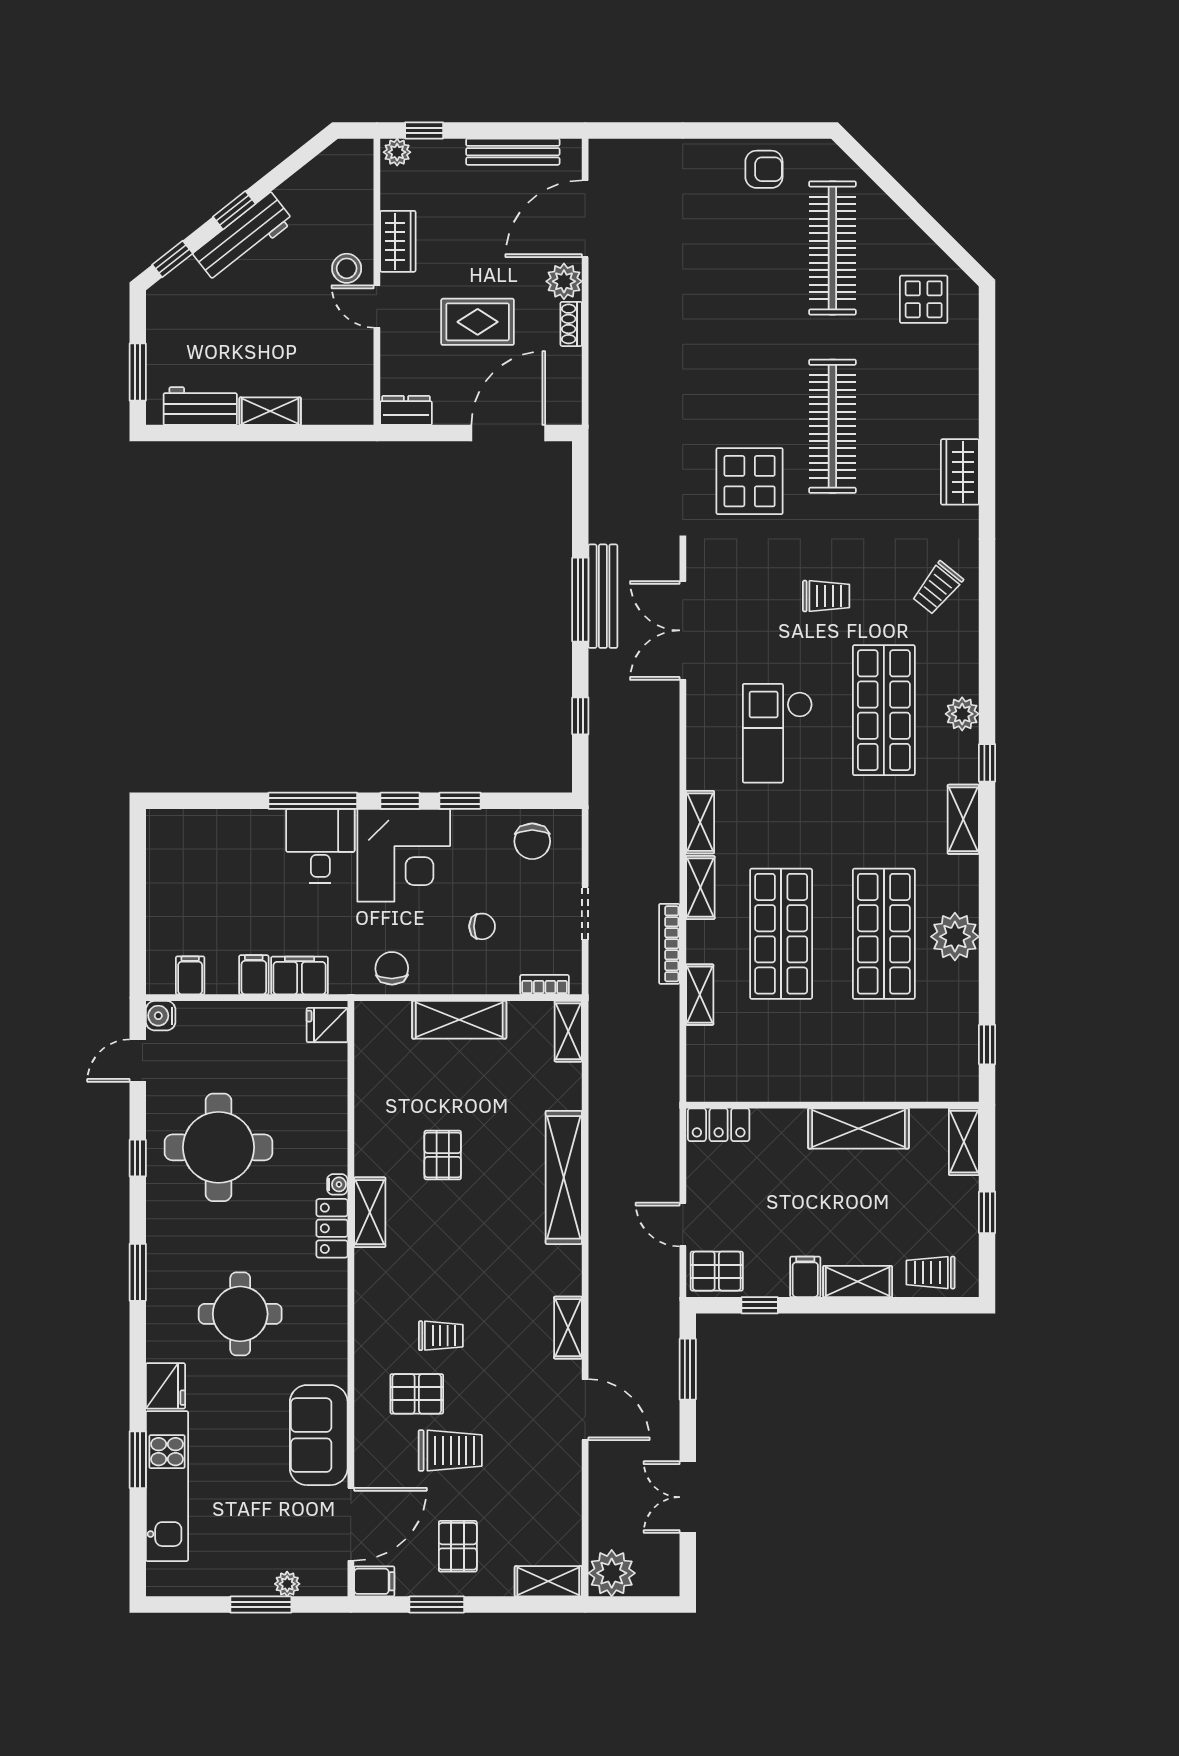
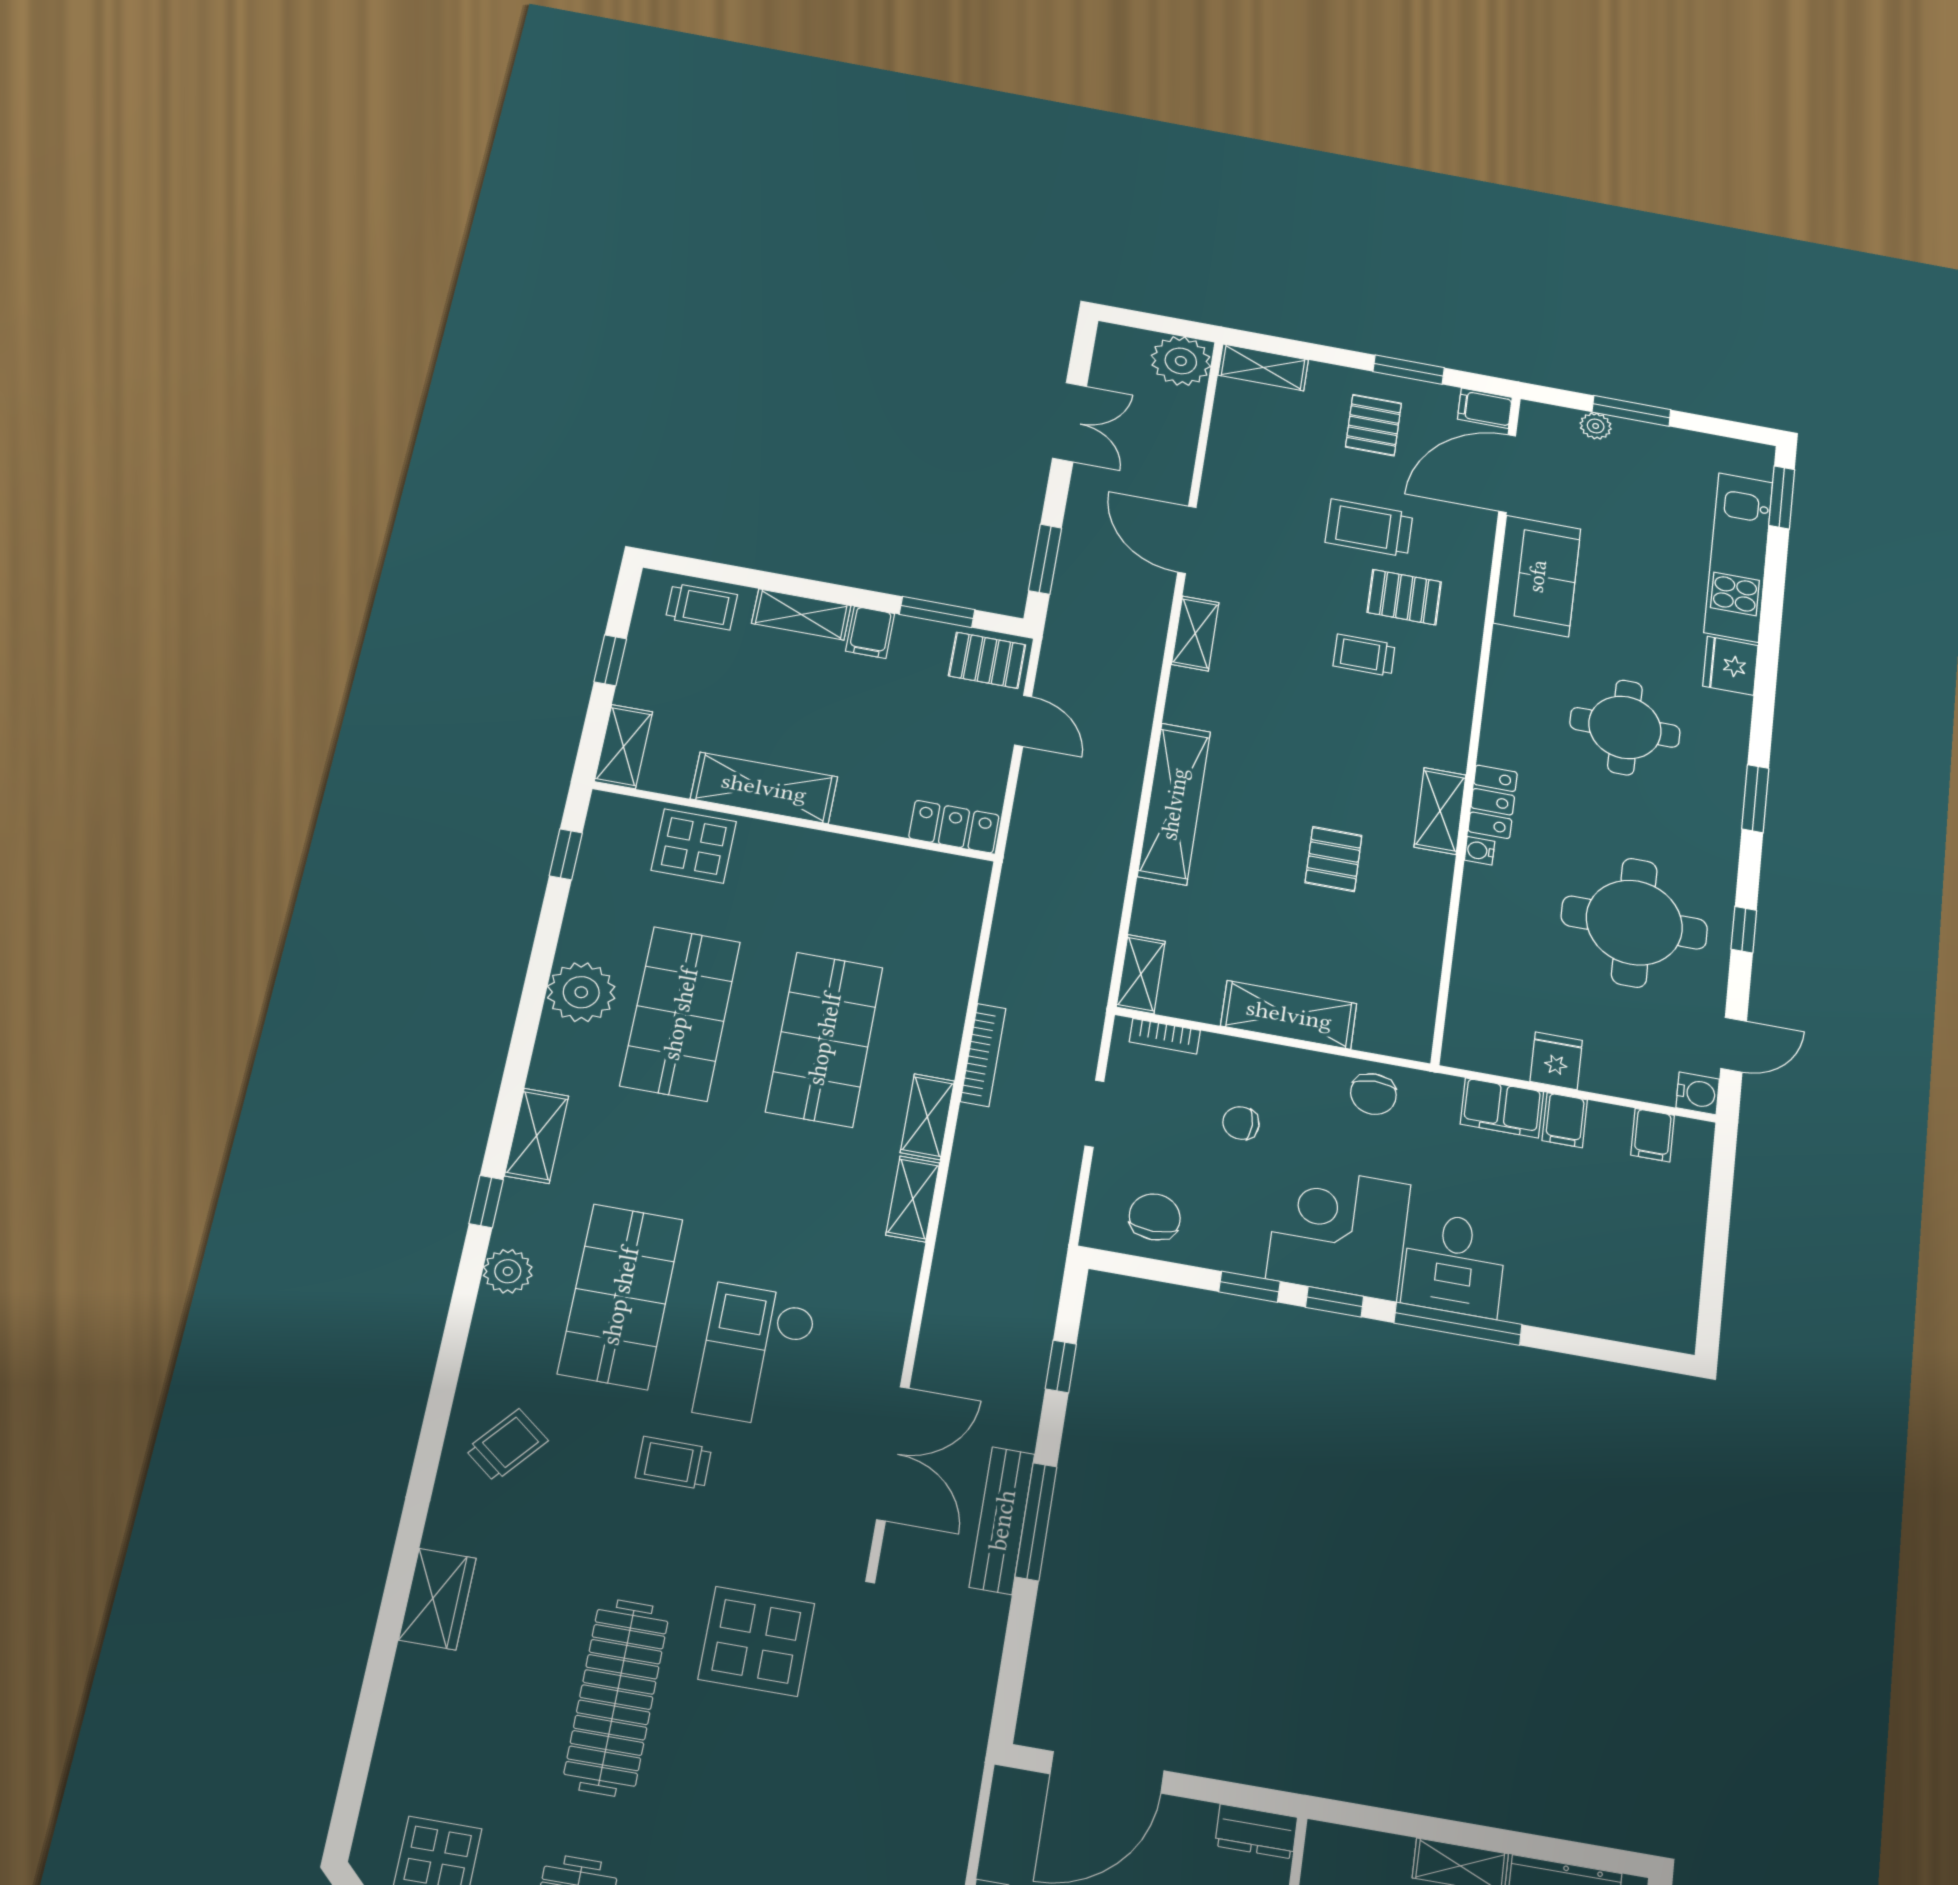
checkout: (778, 733) -> (755, 1356), moved, turned 180
shelving: (700, 995) -> (952, 986), removed
fridge: (327, 1025) -> (1556, 1061), moved, turned -90
display table: (899, 1070) -> (694, 846), added
window: (760, 1305) -> (937, 612), width x1.50
window: (138, 1460) -> (1782, 497), moved

